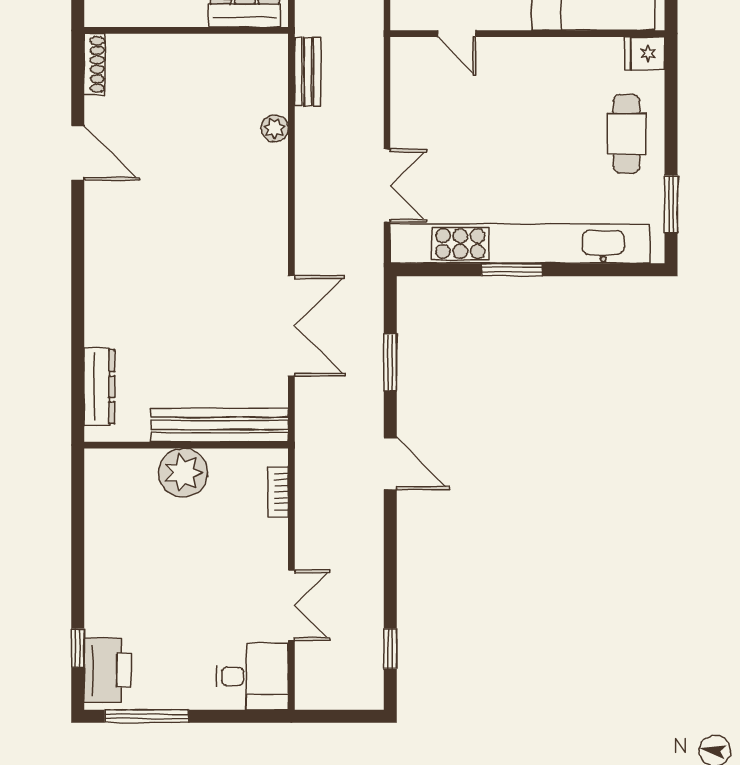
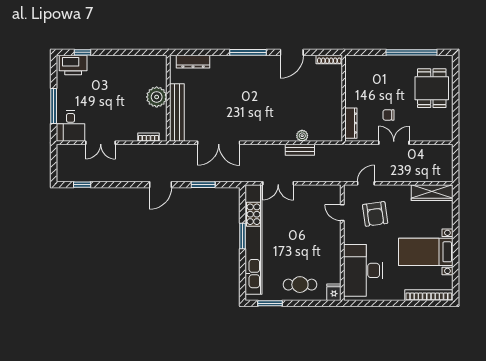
door: (457, 34) -> (342, 213), hinge flipped
bench: (308, 72) -> (300, 150), moved
window: (78, 257) -> (248, 52), added
window: (147, 716) -> (54, 106), moved

